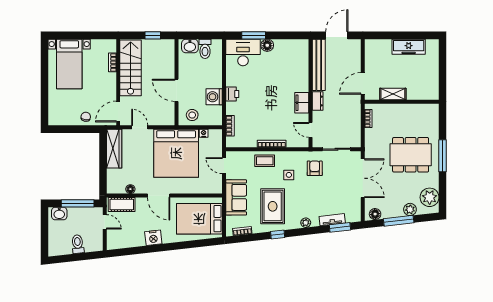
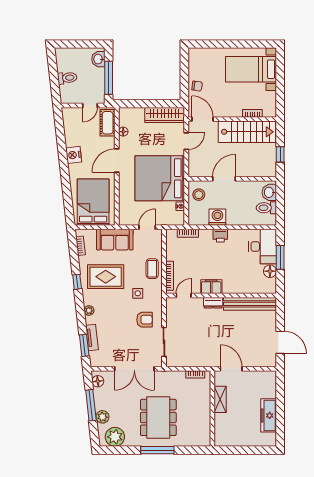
bench: (319, 65) -> (250, 304), moved
wall: (310, 93) -> (221, 295), moved
dresser: (318, 101) -> (213, 303), moved
filing cabinet: (302, 103) -> (211, 287), moved
door: (310, 130) -> (184, 295), moved

